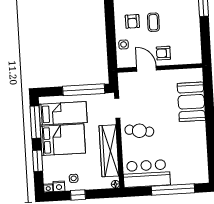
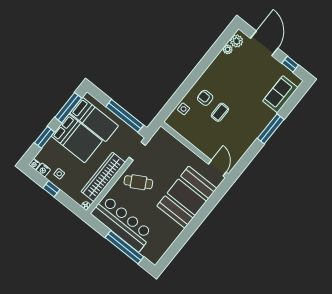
armchair: (132, 21) -> (205, 98), turned 90
armchair: (163, 53) -> (207, 141), removed
door: (147, 69) -> (217, 168), moved
booth: (191, 102) -> (187, 197), width x1.36, depth x1.42
cafe table: (139, 131) -> (138, 182), turned -38
bar counter: (147, 173) -> (122, 223), width x1.36

